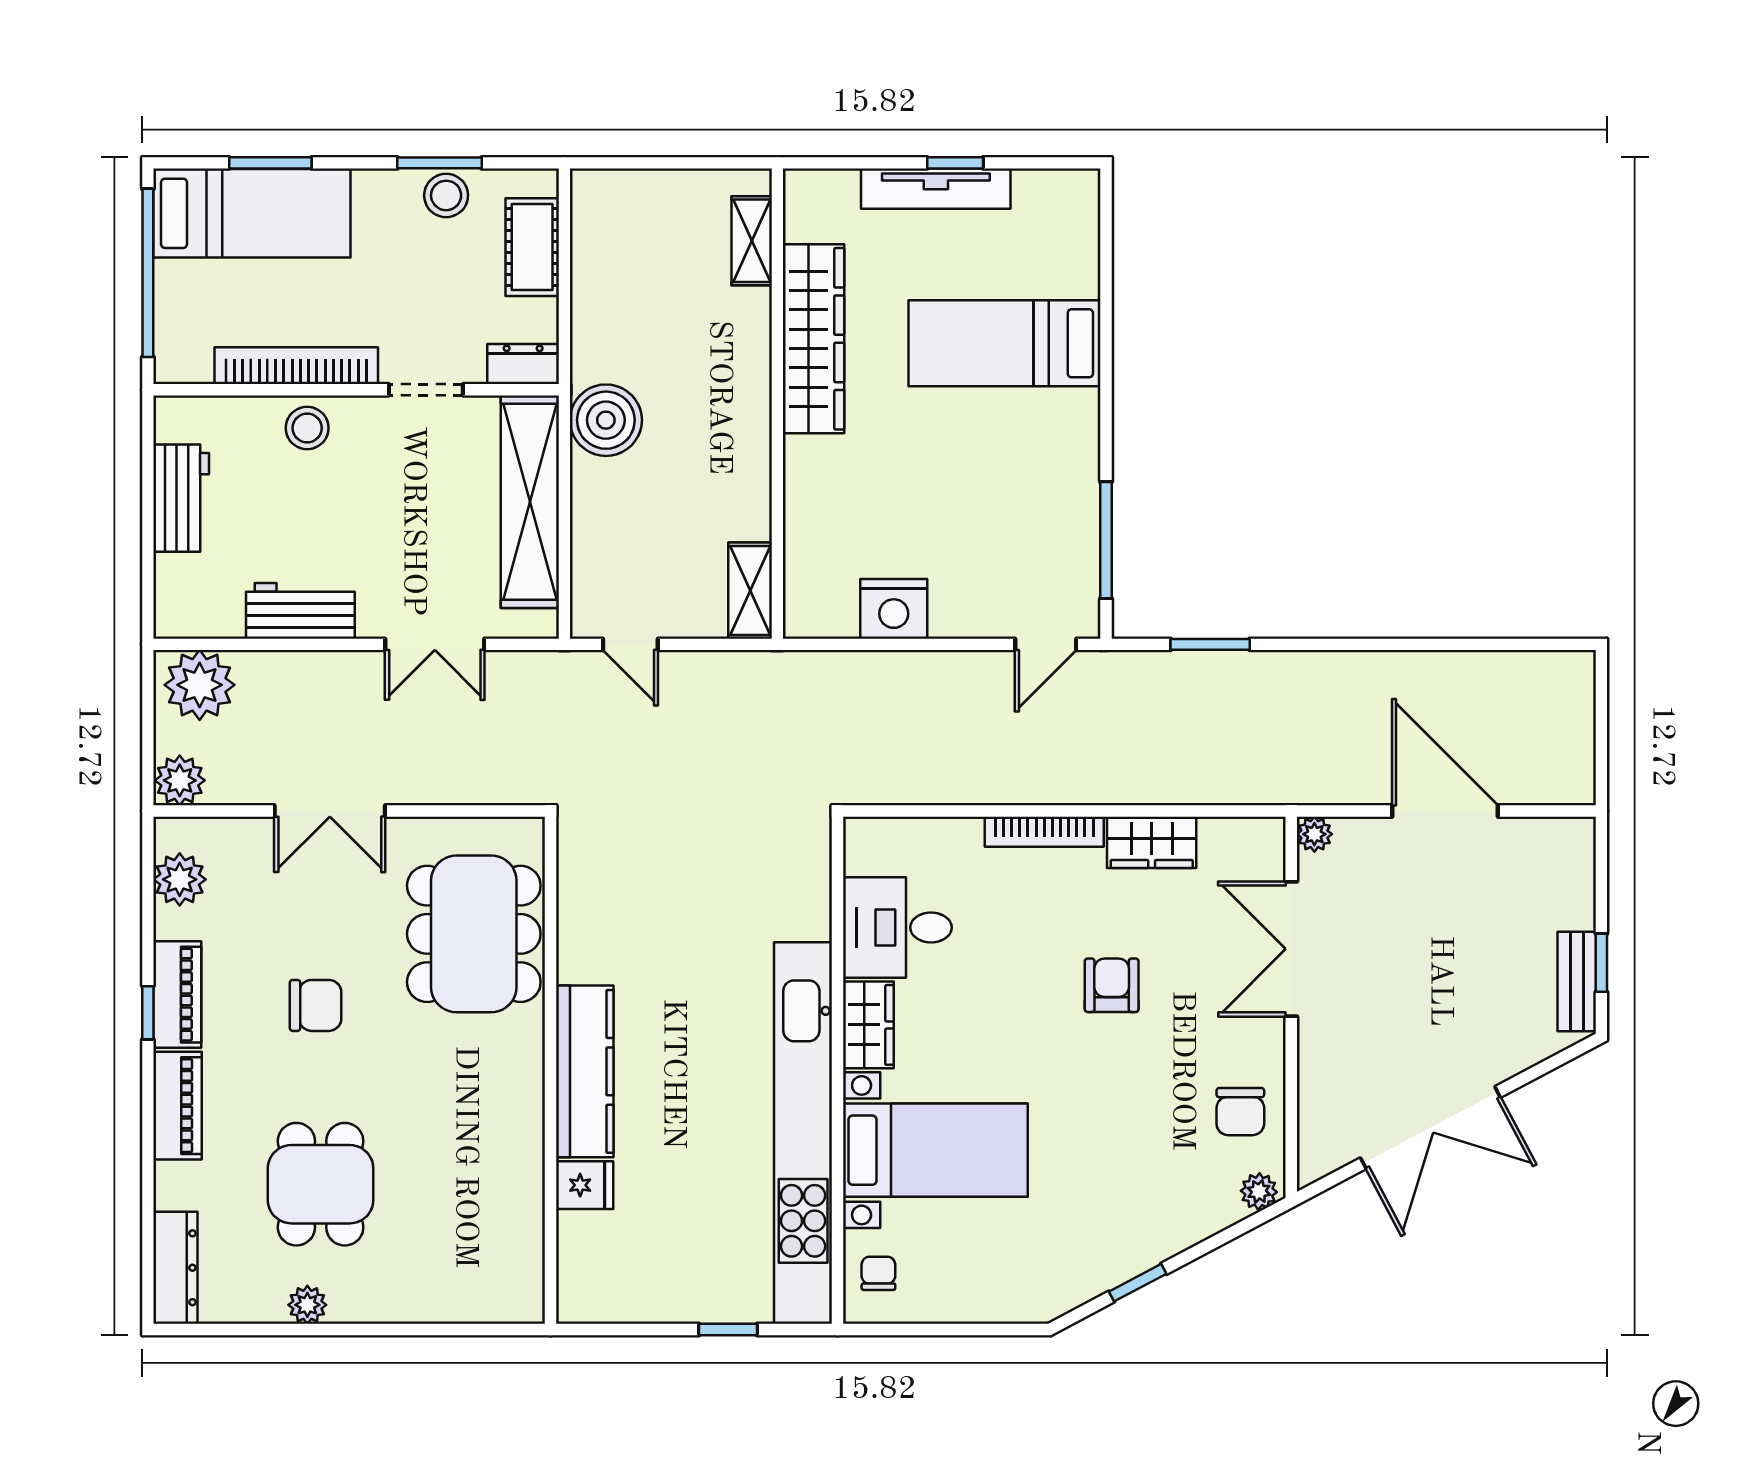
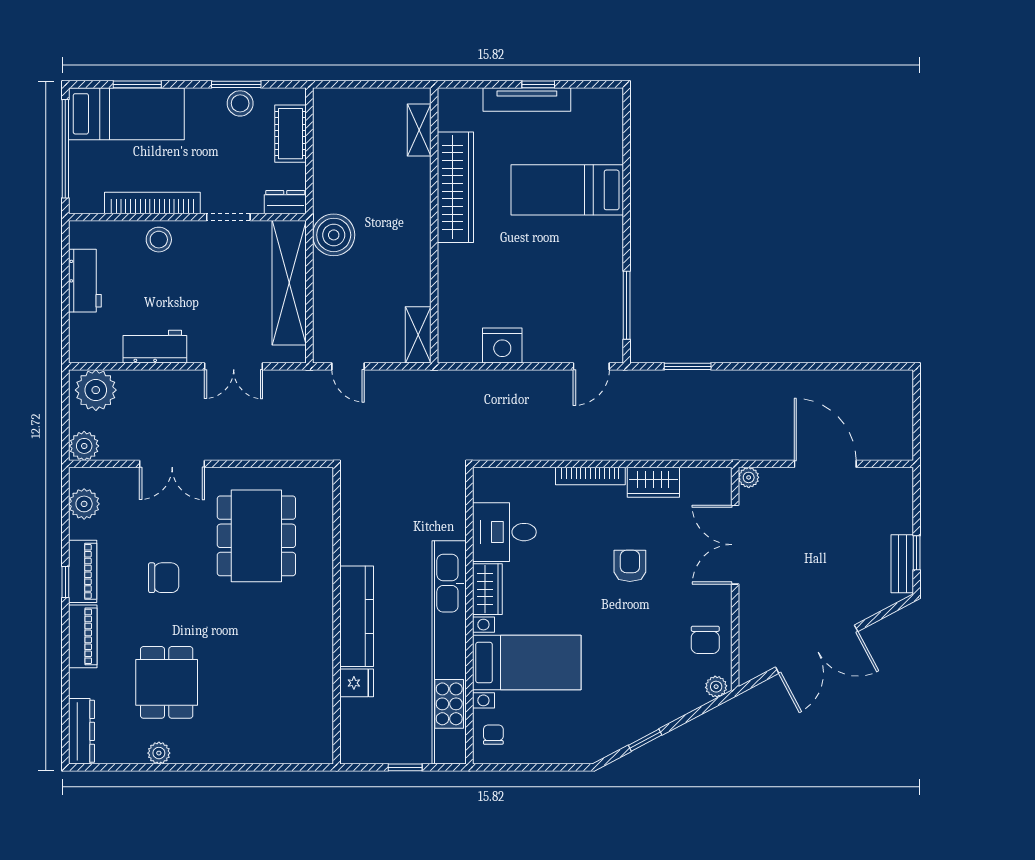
wall: (551, 1070) -> (337, 616), moved
kitchen counter: (585, 1071) -> (357, 616), moved
fridge: (585, 1185) -> (357, 683), moved

